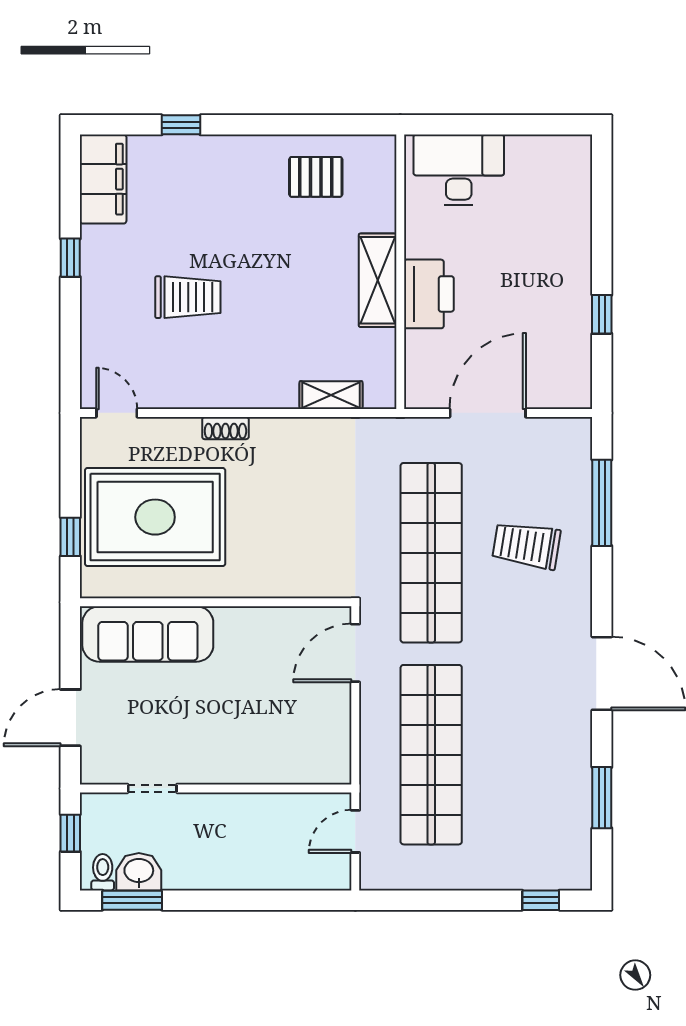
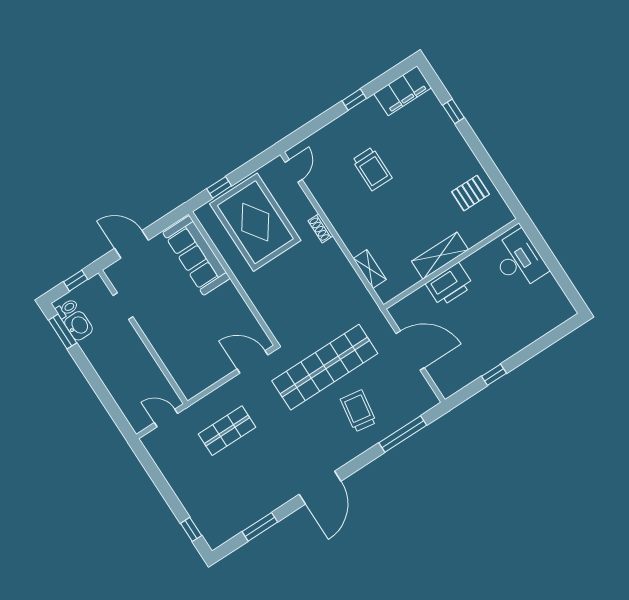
pallet: (316, 177) -> (471, 193), turned 90
shop shelf: (431, 755) -> (227, 431), width x0.50, depth x0.74

